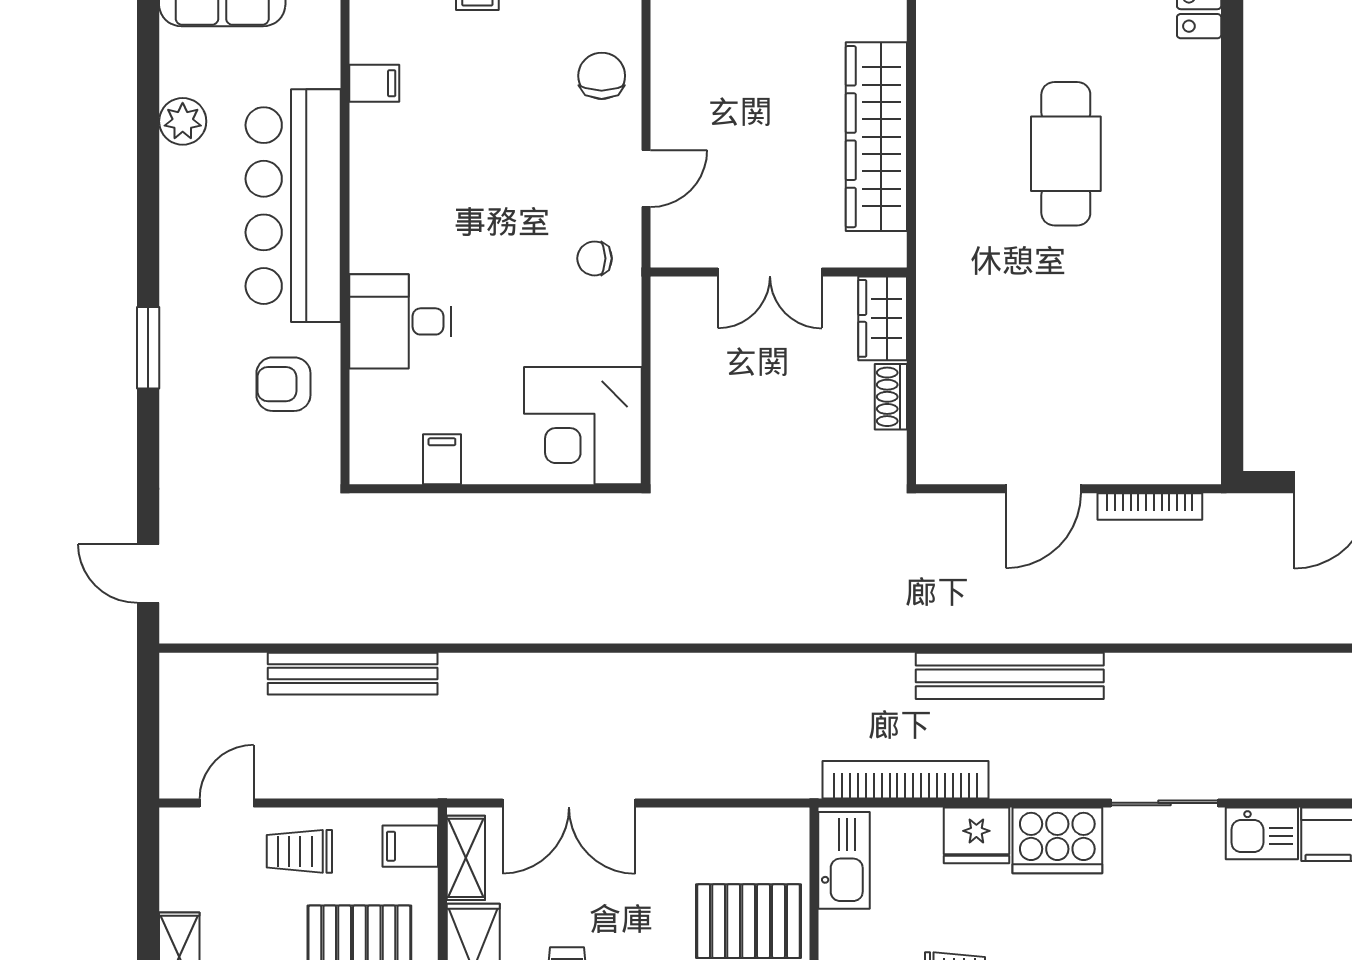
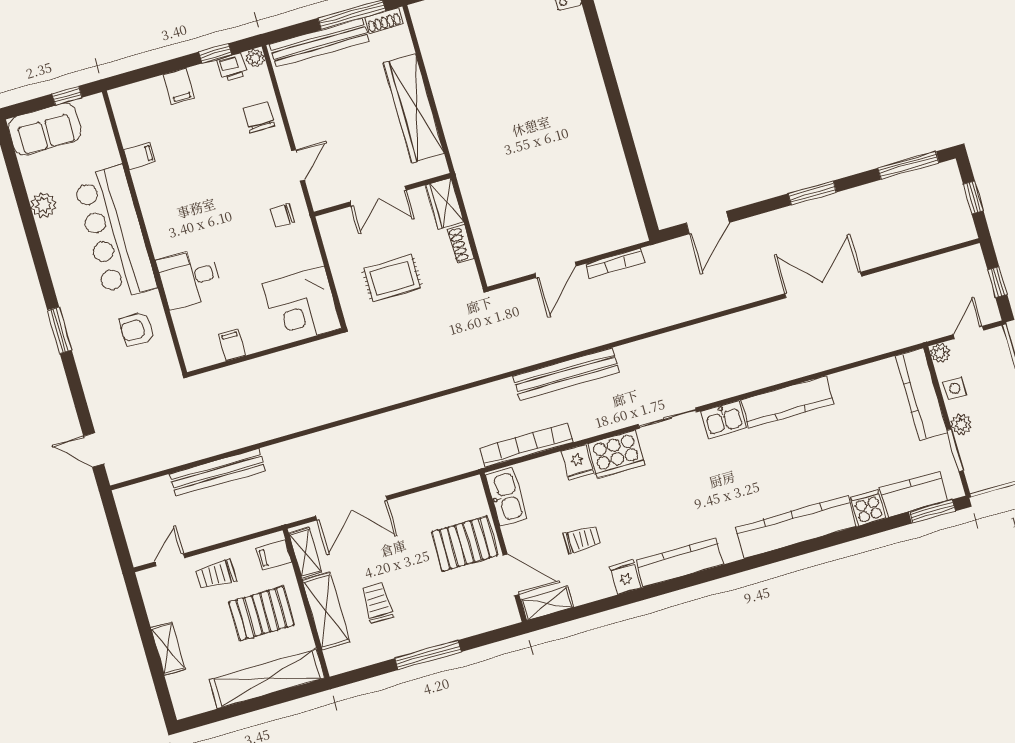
cafe table: (1066, 154) -> (517, 89), removed
rug: (754, 422) -> (392, 278), added
fridge: (976, 835) -> (577, 462), width x0.72

